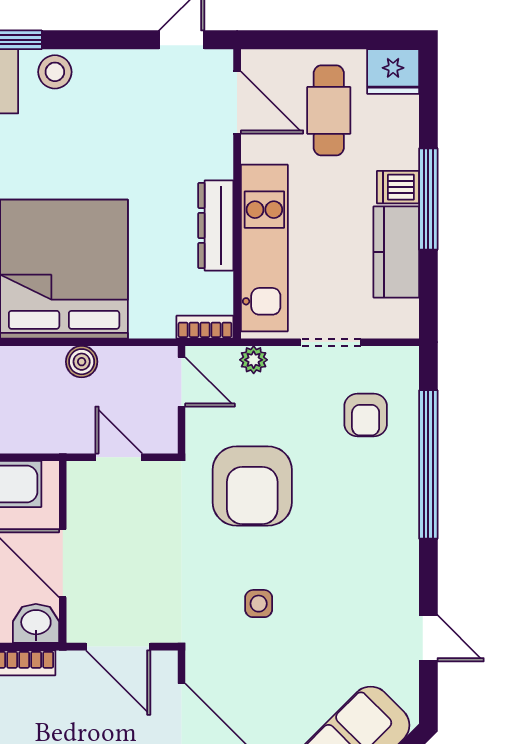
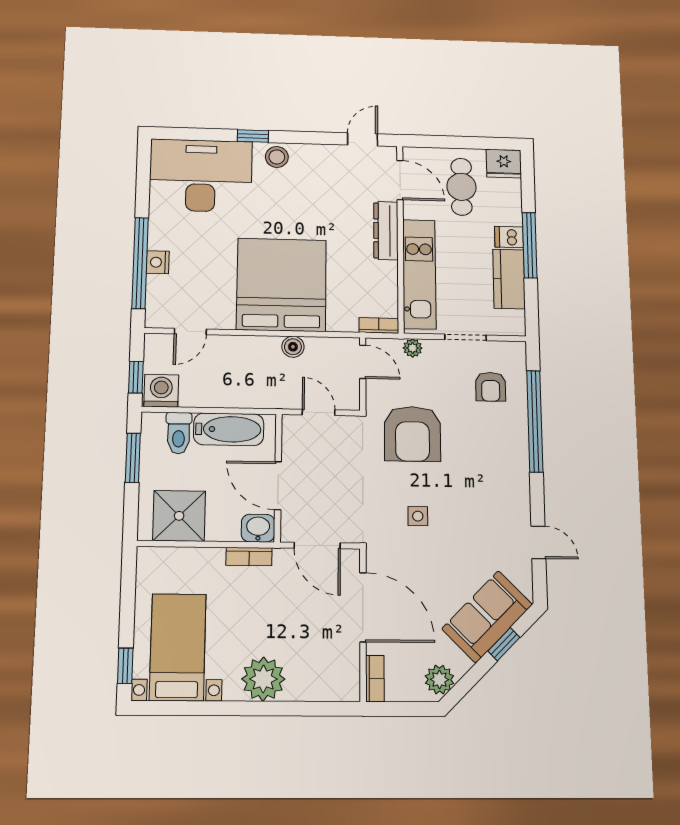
dresser: (216, 226) -> (386, 231), moved

